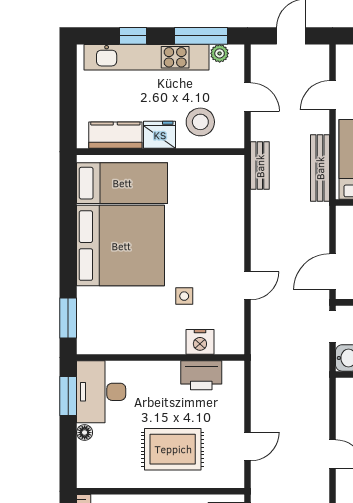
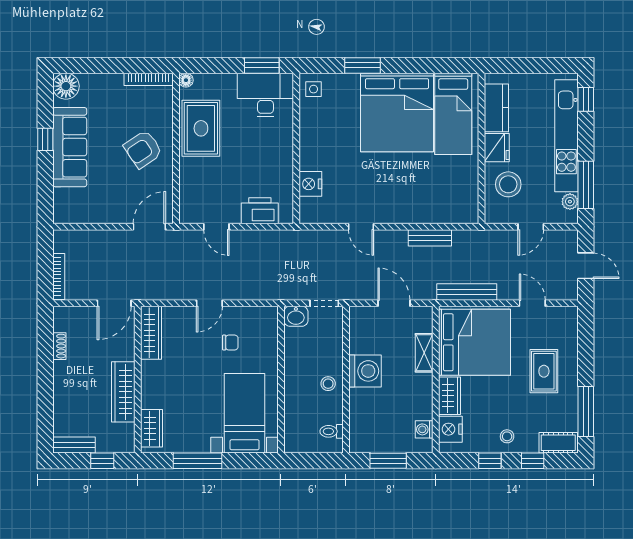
window: (133, 36) -> (586, 99), moved
bench: (260, 166) -> (430, 238), moved
door: (332, 272) -> (394, 303), moved
side table: (184, 296) -> (314, 89), moved
window: (68, 318) -> (362, 65), moved
printer: (201, 375) -> (260, 211), moved, turned 90
floor lamp: (85, 433) -> (186, 80), moved
rug: (173, 449) -> (201, 128), moved

